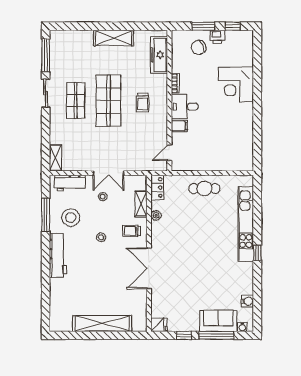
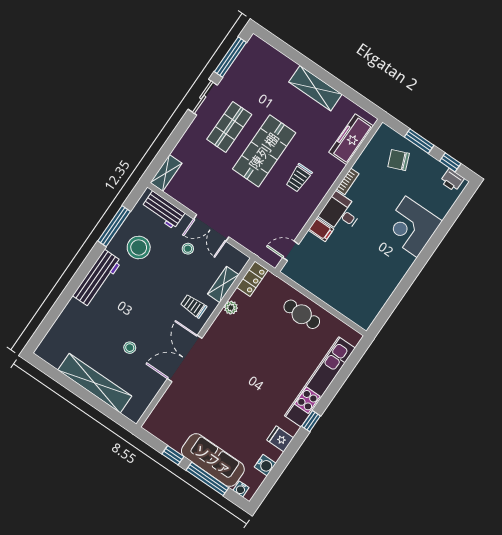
printer: (217, 37) -> (452, 180), moved
stool: (101, 237) -> (130, 348), moved
sofa: (218, 321) -> (213, 460), width x1.36
fridge: (159, 325) -> (280, 439), moved, turned 180

